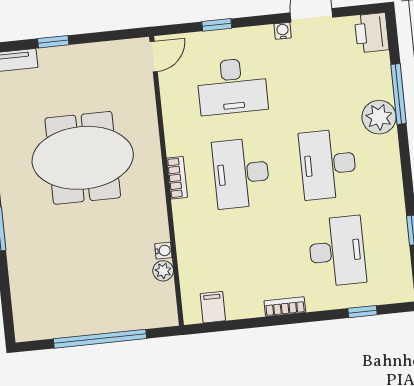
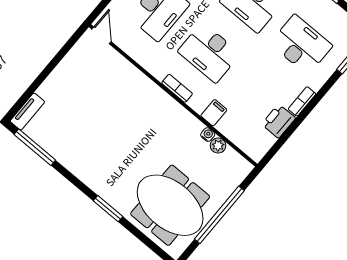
window: (53, 42) -> (40, 80), removed
meeting table: (83, 158) -> (170, 205), moved, turned 90
printer: (244, 304) -> (279, 121), added
filing cabinet: (213, 307) -> (214, 113), moved, turned 90

